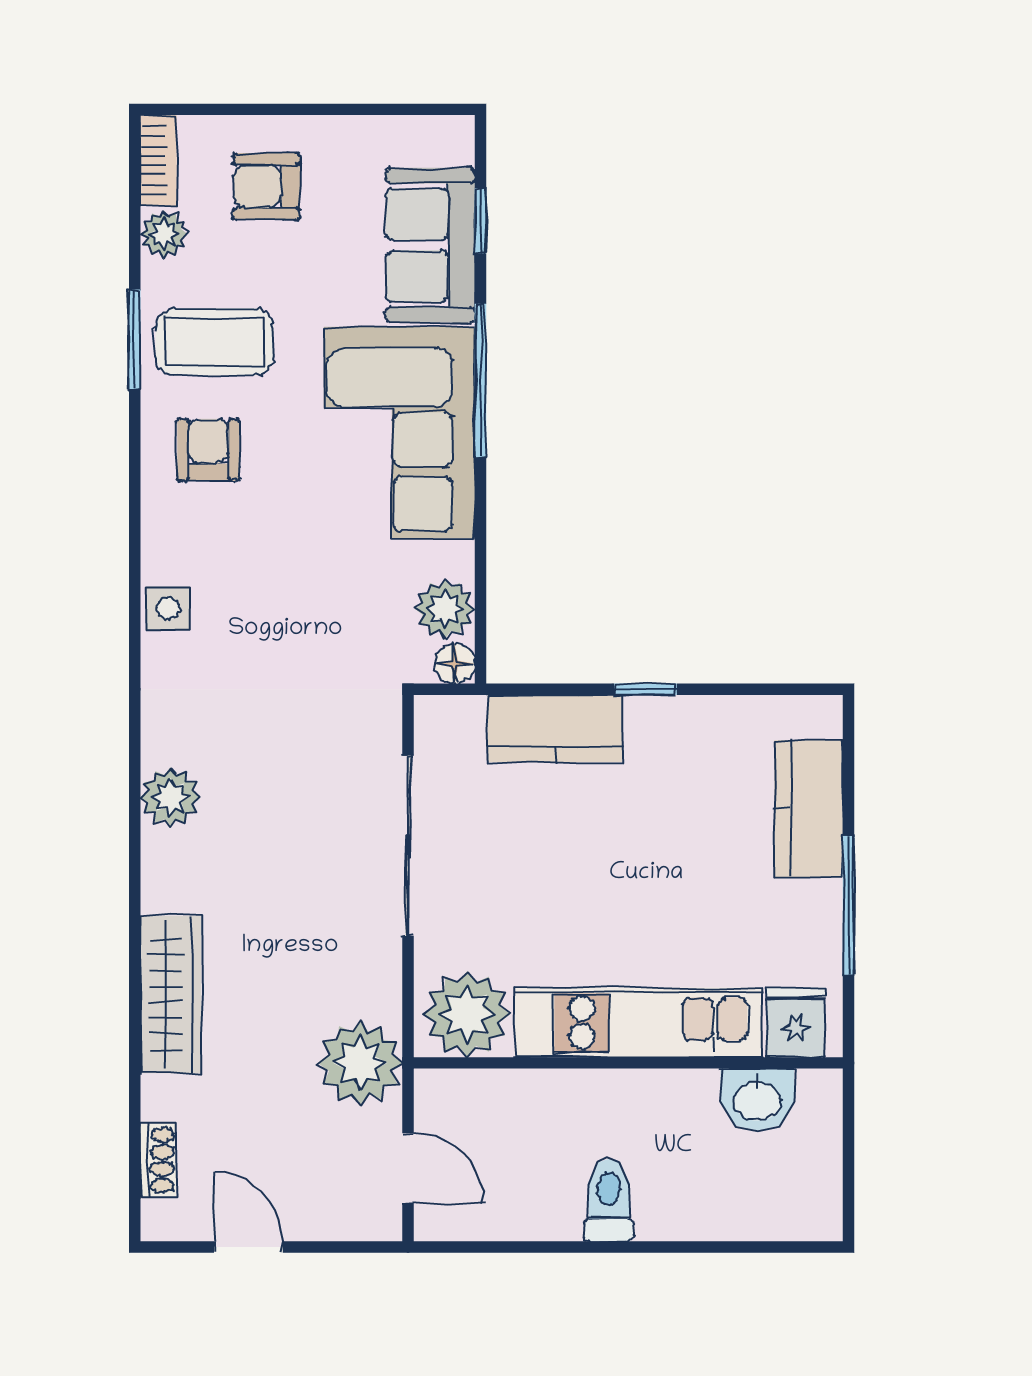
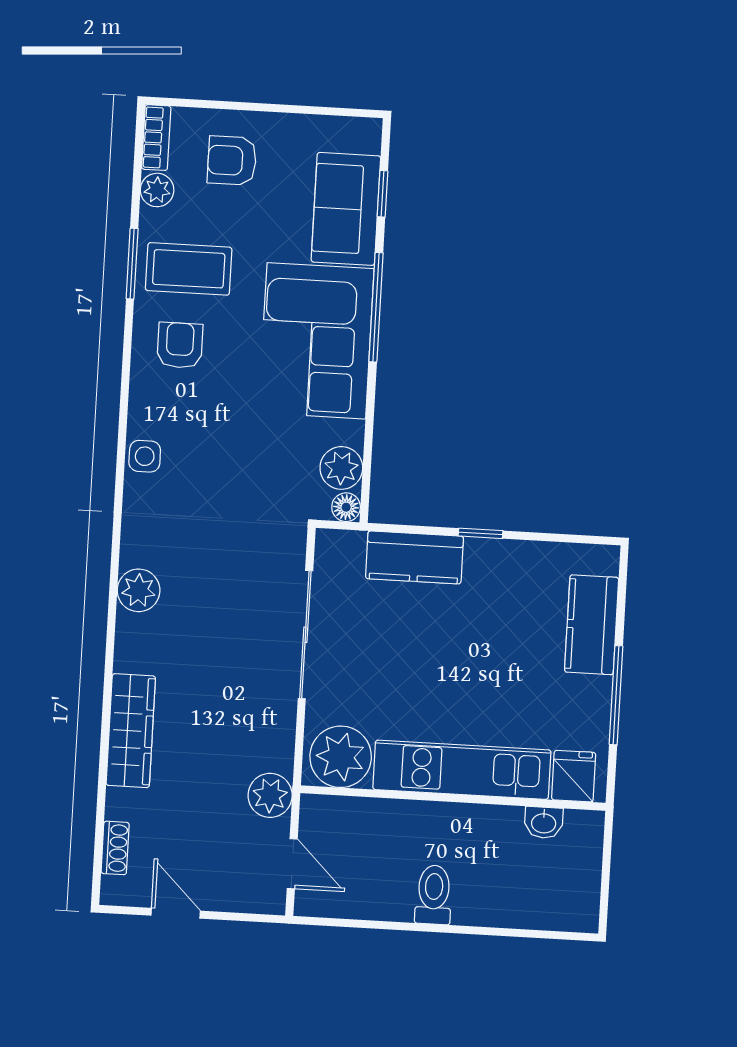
plant: (360, 1063) -> (270, 795), width x0.73, depth x0.73
washbasin: (757, 1100) -> (544, 823), width x0.72, depth x0.69

